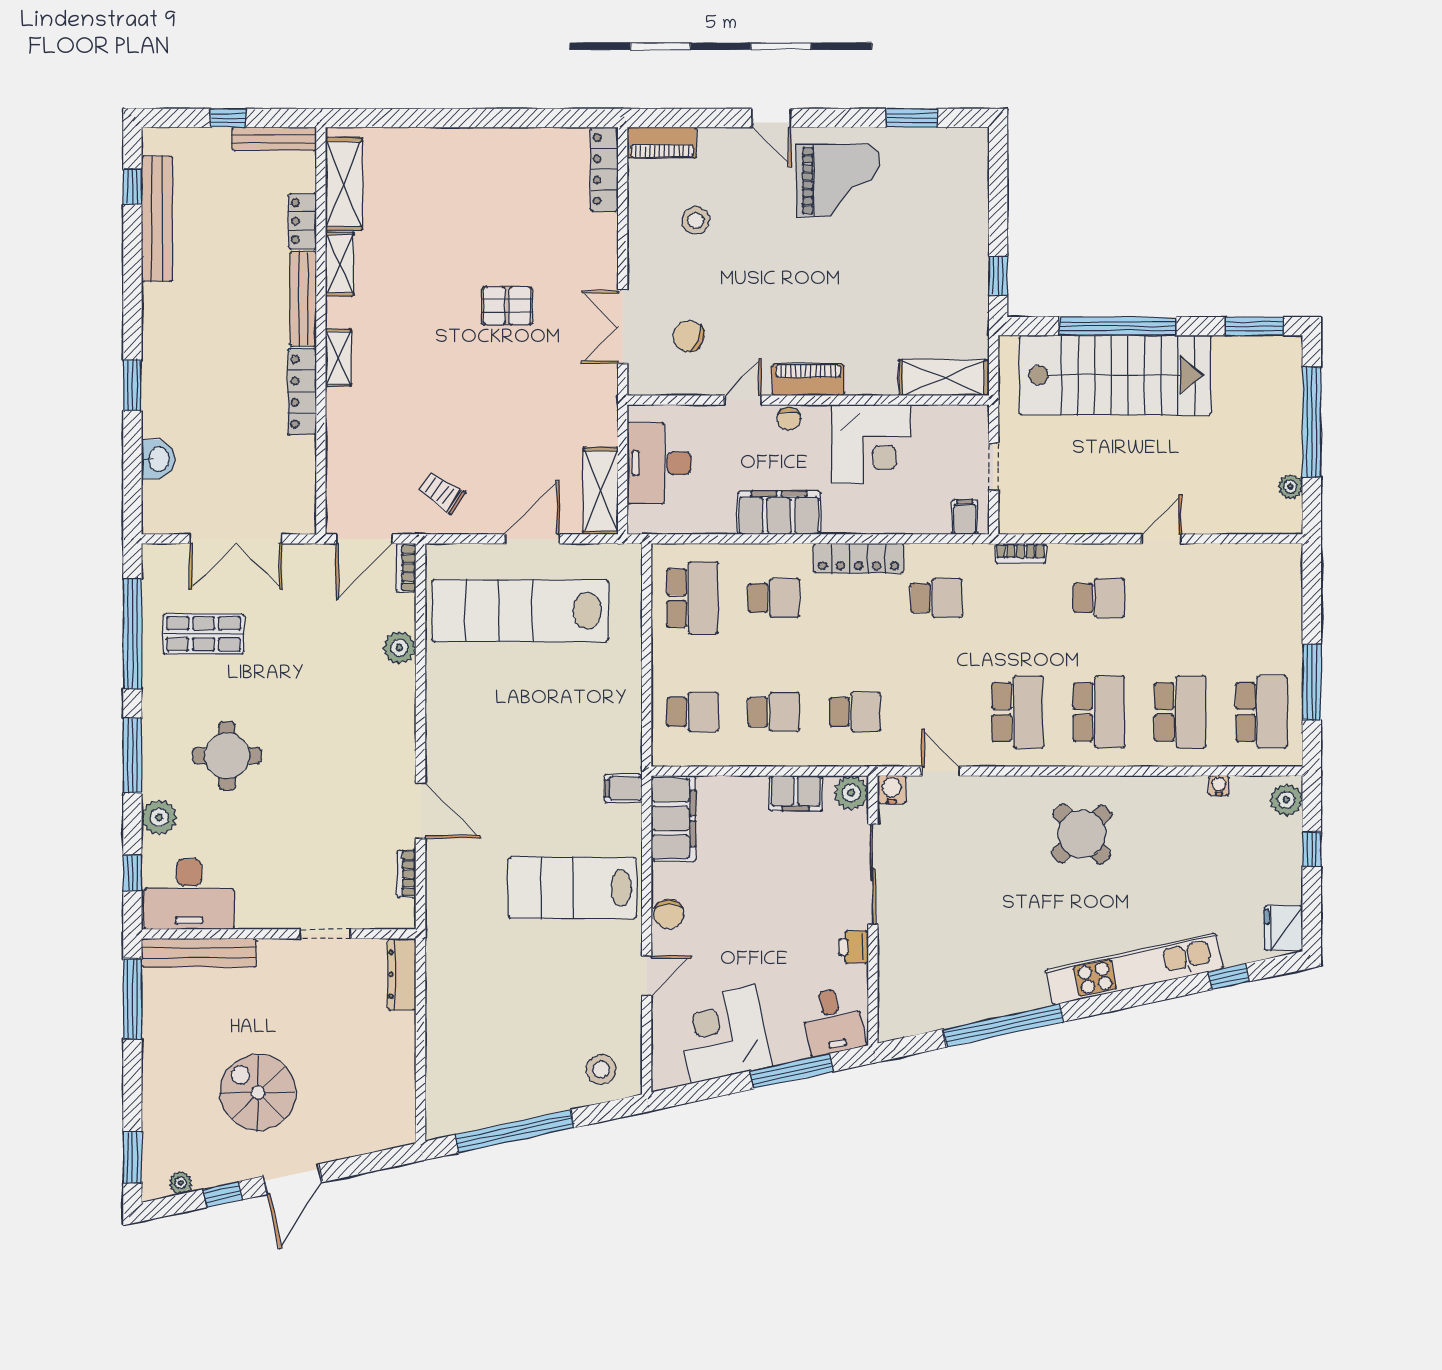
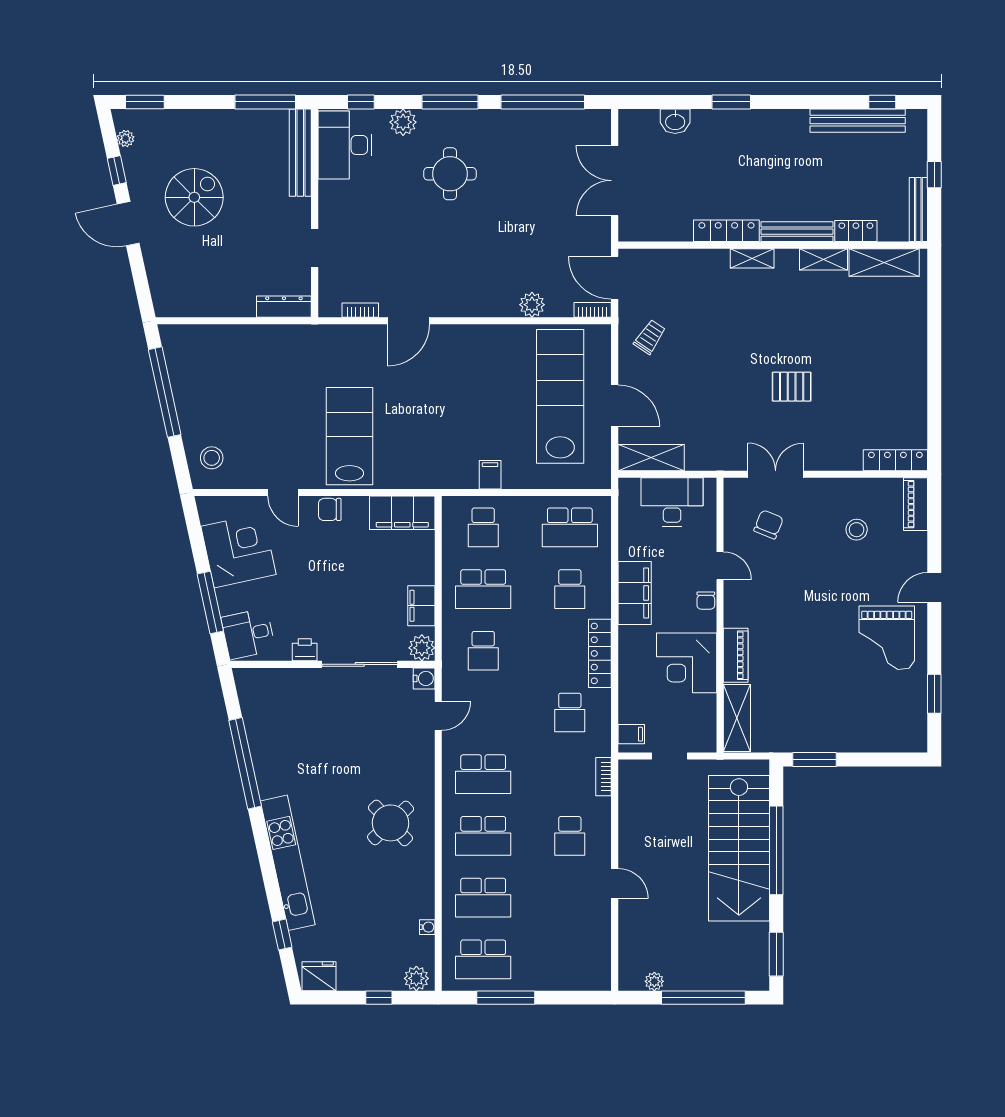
window: (998, 276) -> (815, 759), width x1.50
pallet: (507, 306) -> (792, 387), turned 90
piano: (808, 380) -> (736, 655), moved
chair: (789, 419) -> (706, 601), turned -90
shop shelf: (204, 634) -> (542, 156), removed
school desk: (774, 712) -> (483, 589), width x1.85
filing cabinet: (623, 788) -> (490, 475), moved

